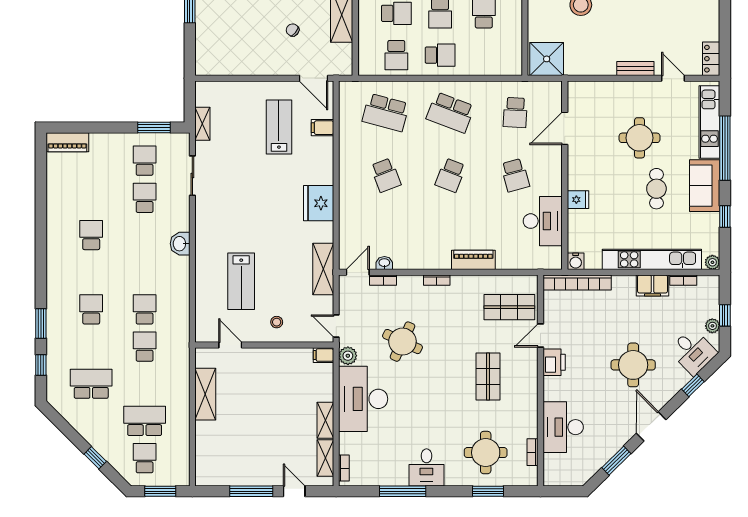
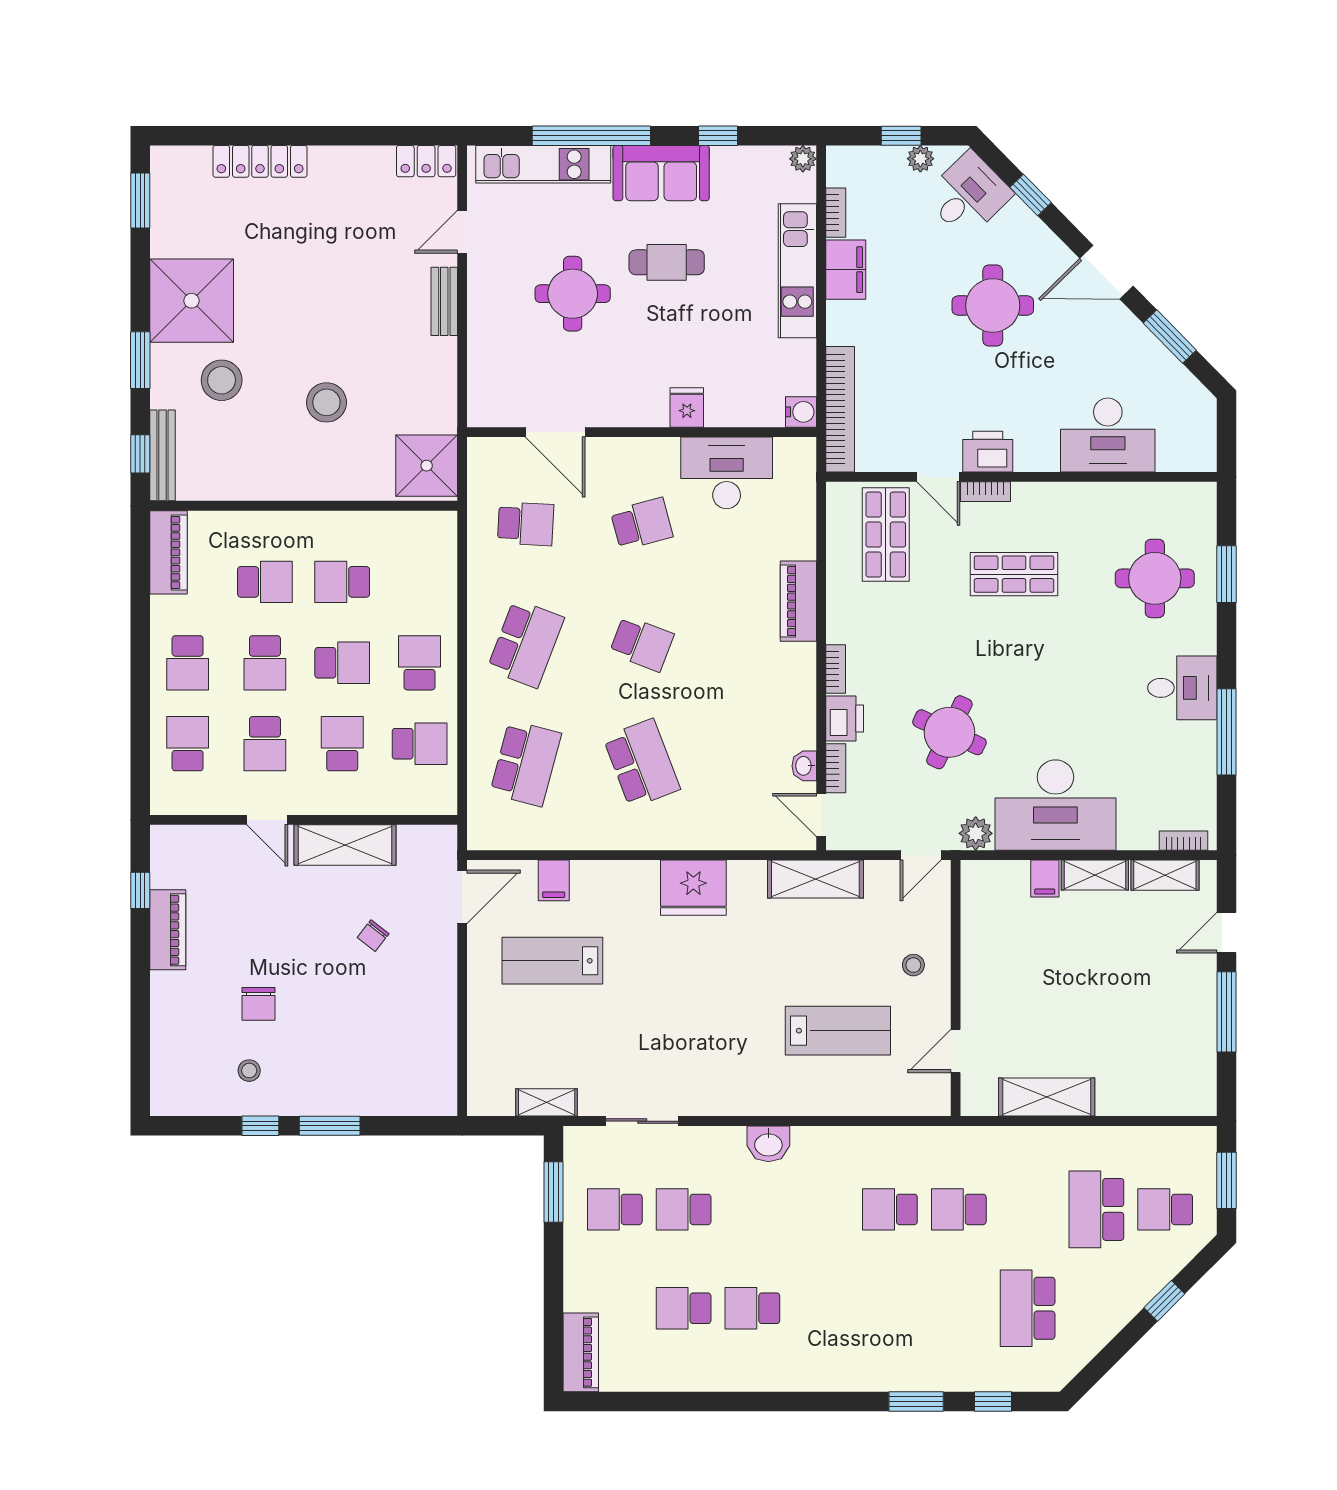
school desk: (386, 175) -> (642, 763), width x1.85
kitchen unit: (652, 259) -> (797, 271), width x0.73
printer: (410, 285) -> (845, 718), added
school desk: (91, 309) -> (684, 1308), moved
filing cabinet: (323, 355) -> (1045, 879), moved
bookcase: (532, 452) -> (985, 492), moved

